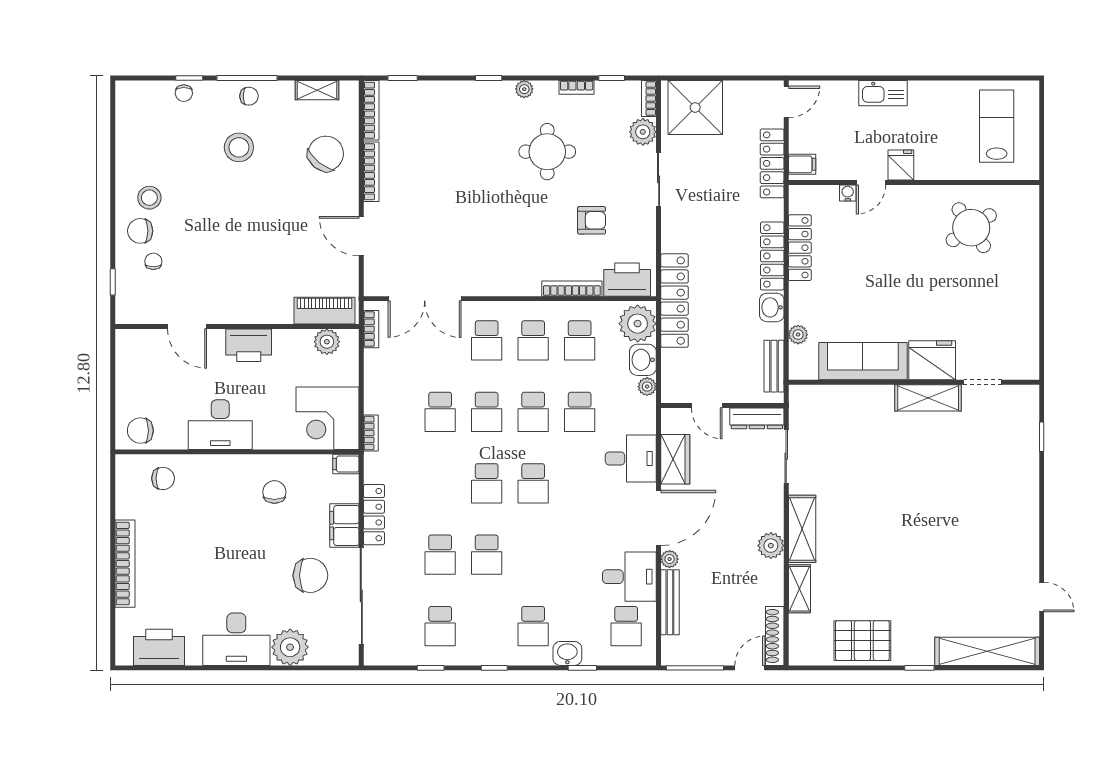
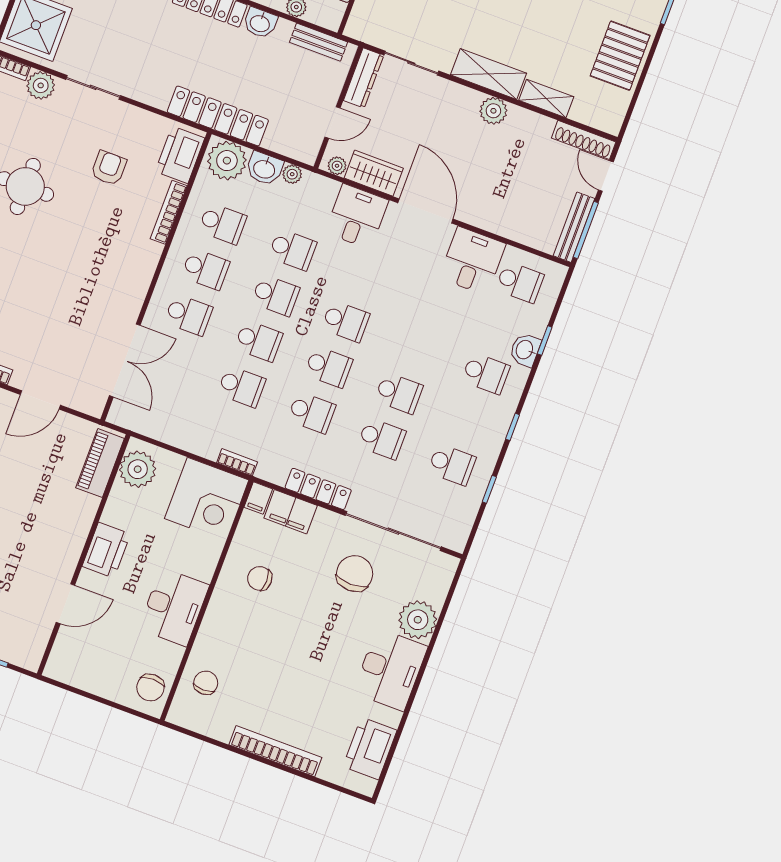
bookcase: (371, 329) -> (135, 424), removed
plant: (327, 342) -> (138, 469), width x1.36, depth x1.36
school desk: (440, 483) -> (312, 413), added
filing cabinet: (344, 526) -> (291, 512), moved
plant: (670, 559) -> (337, 166), moved
bench: (670, 602) -> (574, 227), moved, turned 90

